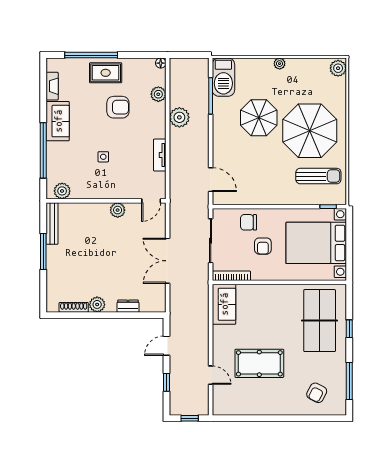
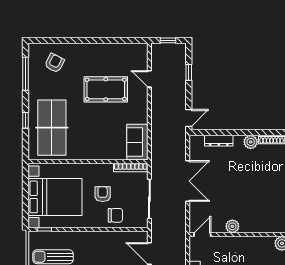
dresser: (128, 306) -> (219, 141), width x1.44
door: (166, 346) -> (189, 118), moved

